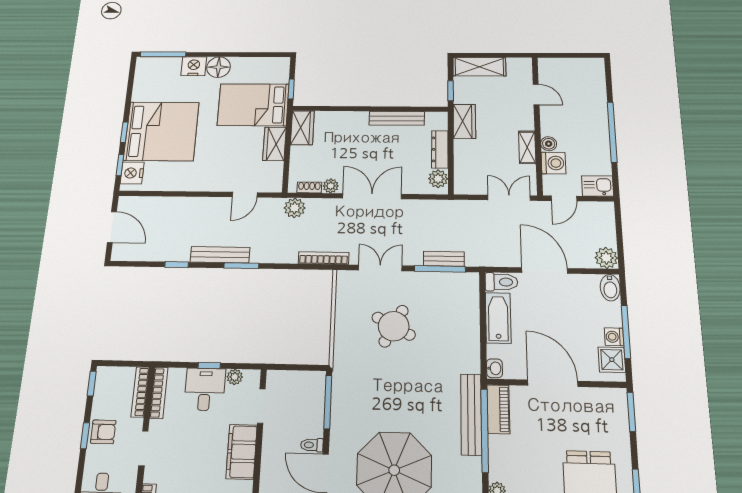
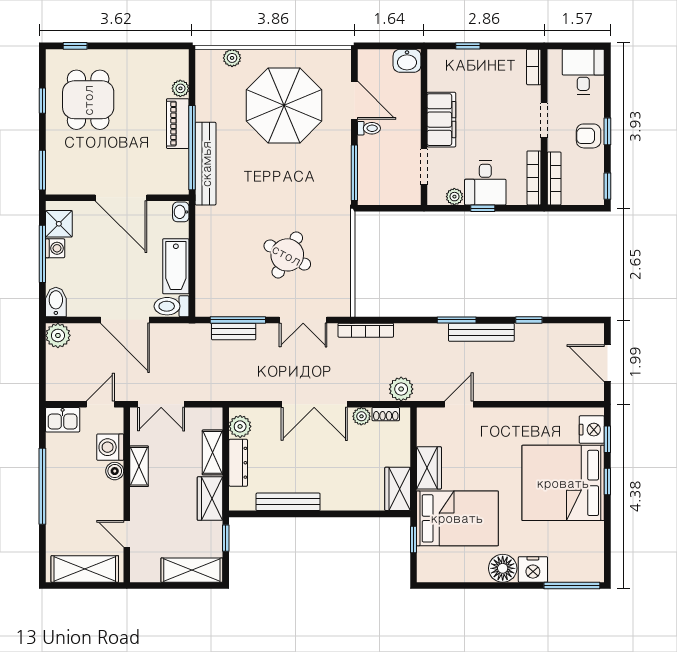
shelving: (571, 68) -> (85, 569), added
shelving: (462, 158) -> (213, 452), added
piano: (498, 409) -> (178, 124), moved

